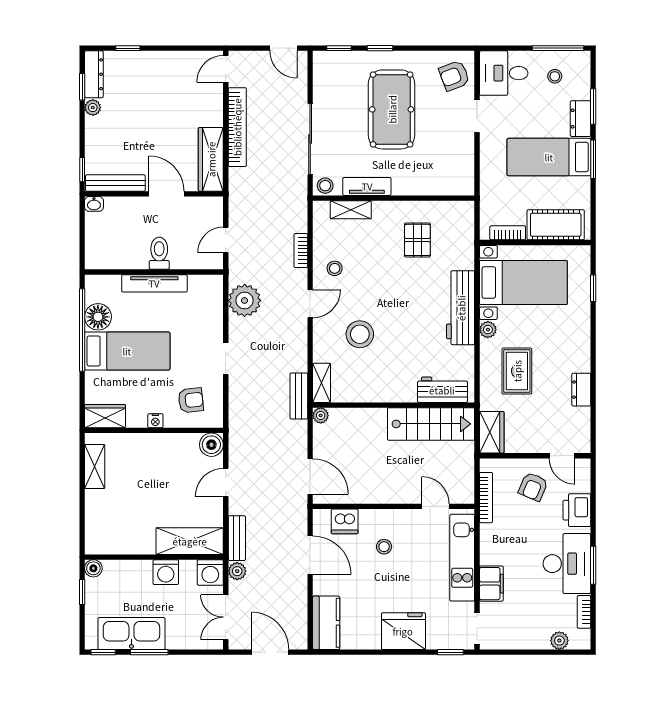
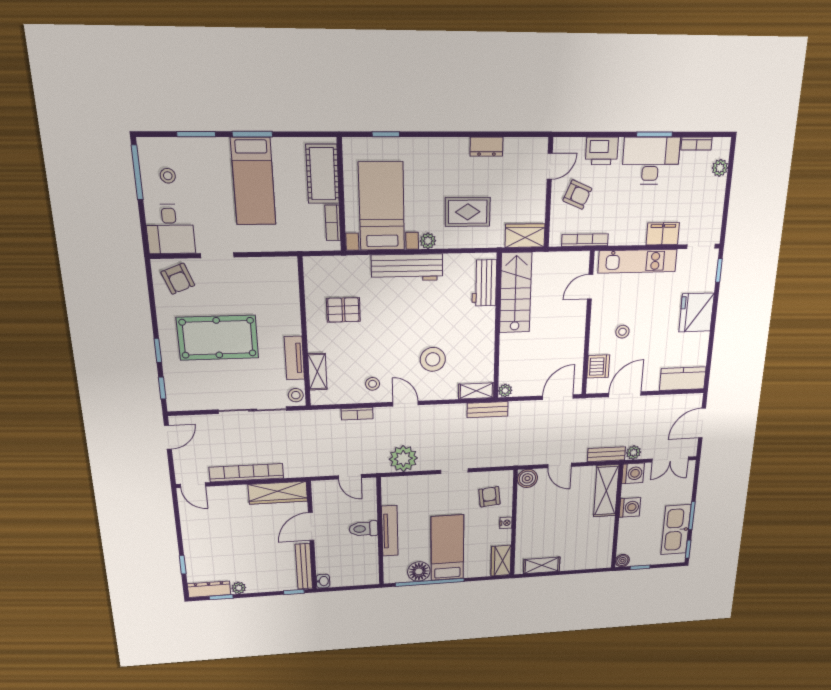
dresser: (580, 119) -> (210, 148), removed

